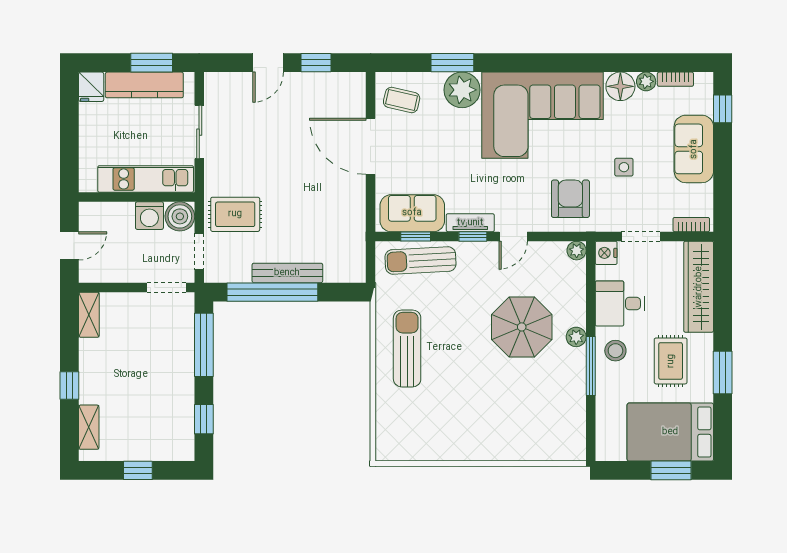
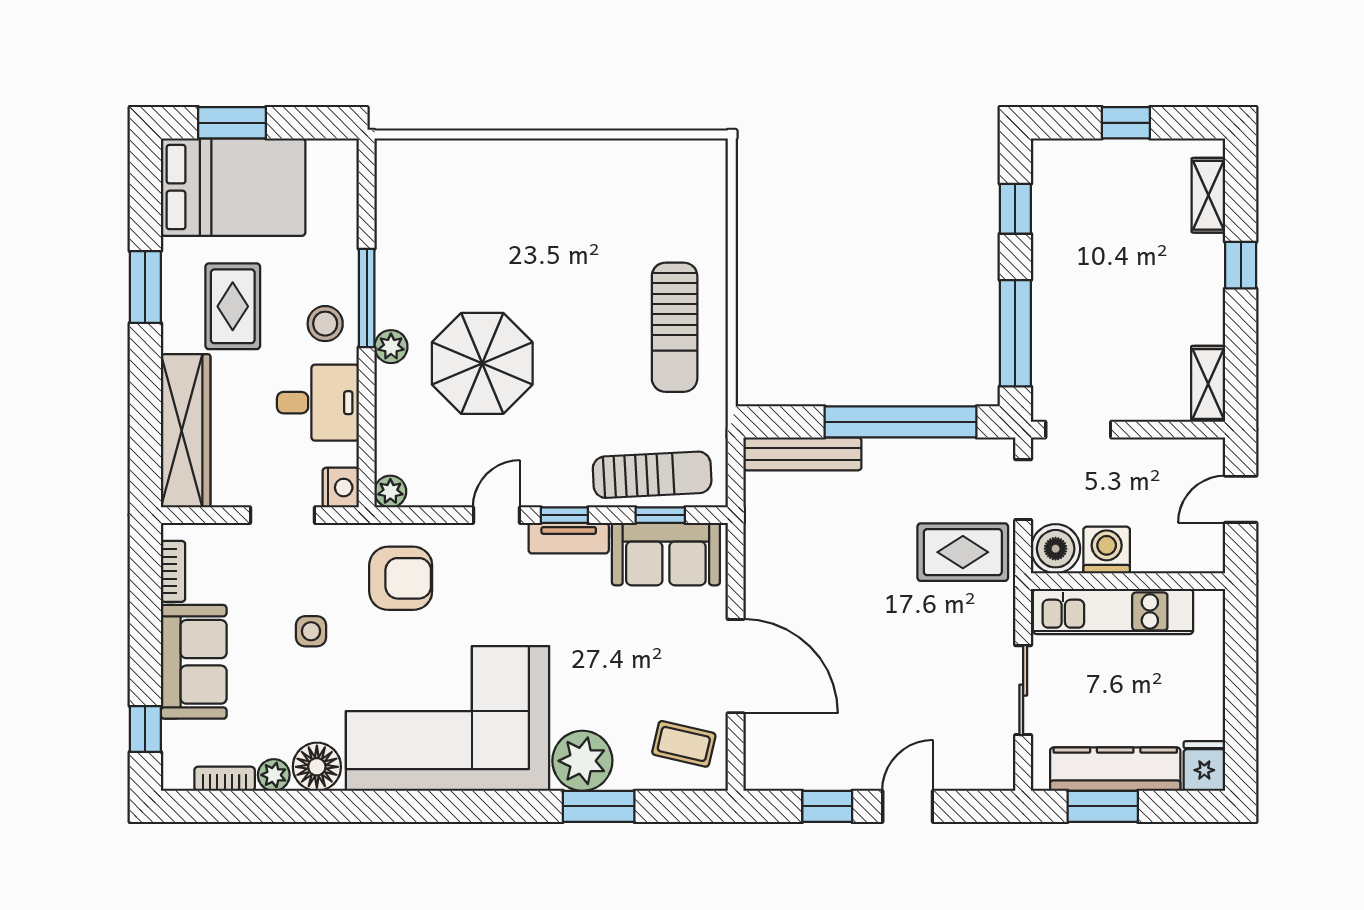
armchair: (570, 199) -> (401, 578), turned -90
bookcase: (691, 225) -> (173, 571), moved, turned -90
bench: (287, 273) -> (802, 454), moved

